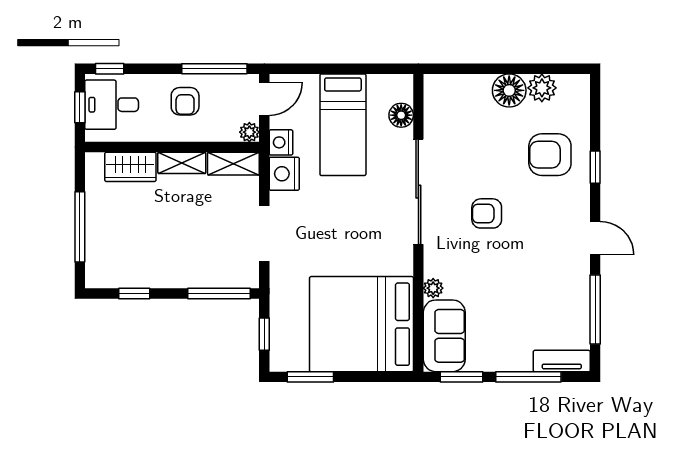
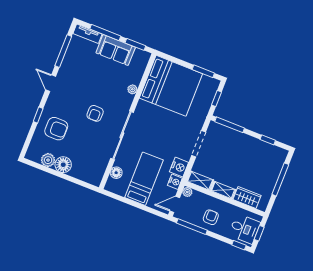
armchair: (487, 213) -> (95, 113), turned 90
sofa: (444, 336) -> (116, 50), moved, turned -90

